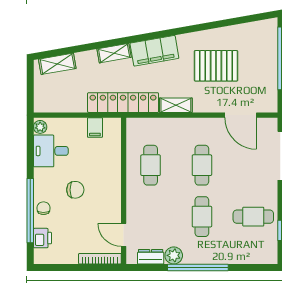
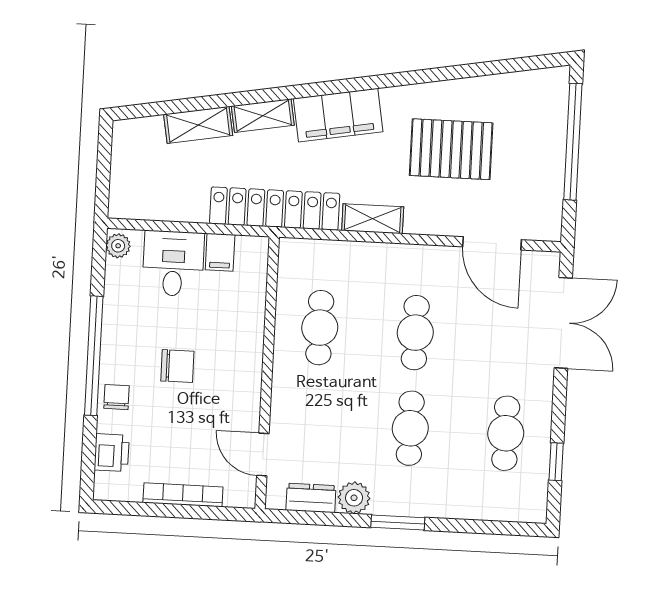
shelving: (57, 64) -> (198, 125), moved
desk: (51, 151) -> (173, 264), moved, turned 90
window: (30, 211) -> (94, 356), moved
cafe table: (253, 217) -> (506, 433), turned 90
bookcase: (100, 259) -> (183, 495), moved
window: (198, 268) -> (398, 522), width x0.47

